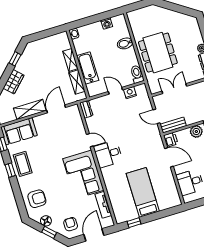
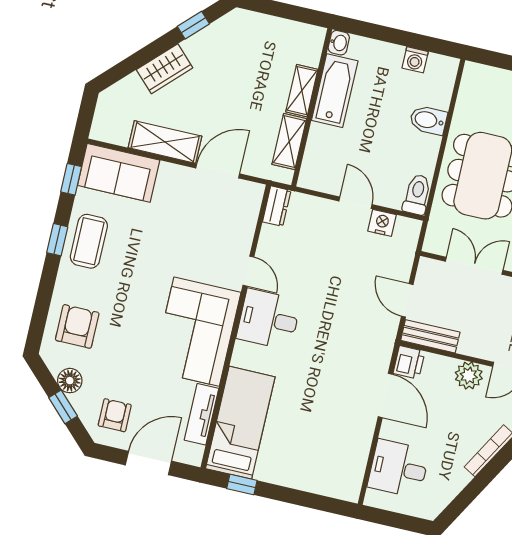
bathtub: (88, 68) -> (335, 91), moved
bed: (143, 192) -> (240, 423), moved
armchair: (37, 199) -> (77, 326), turned -90

